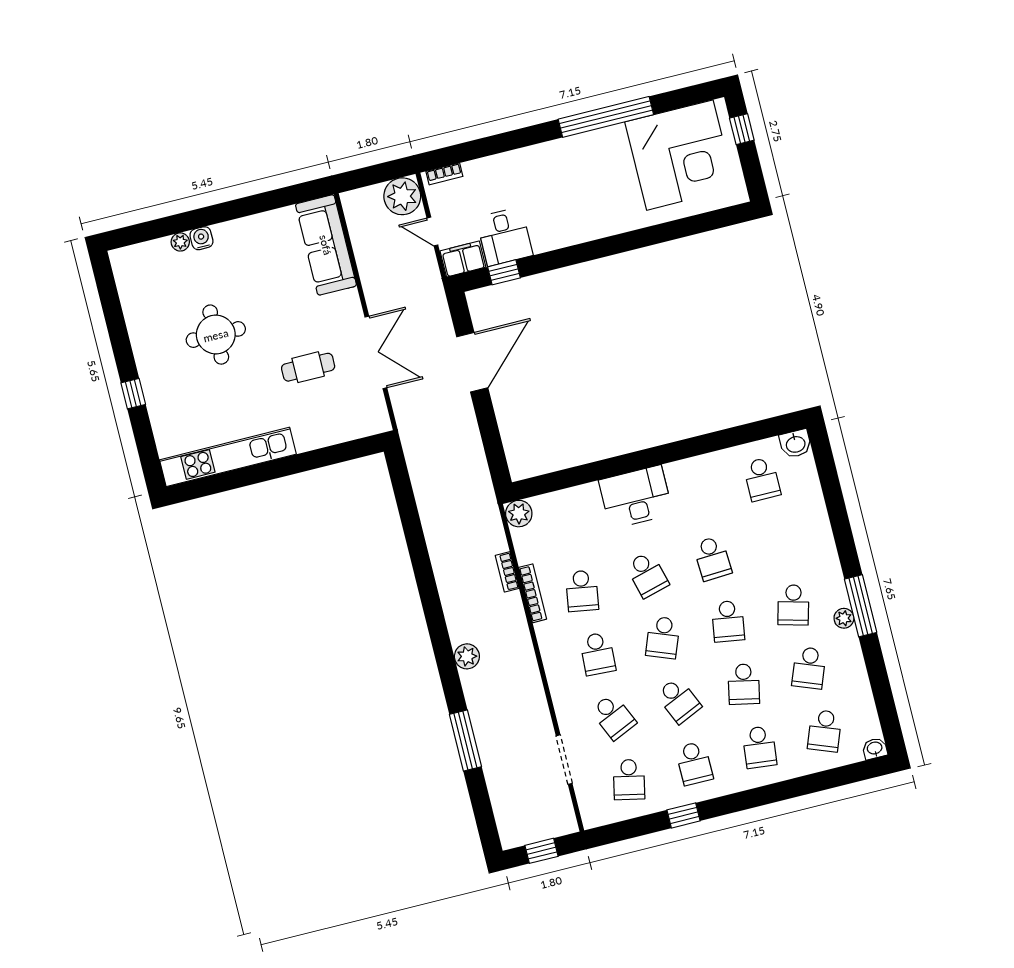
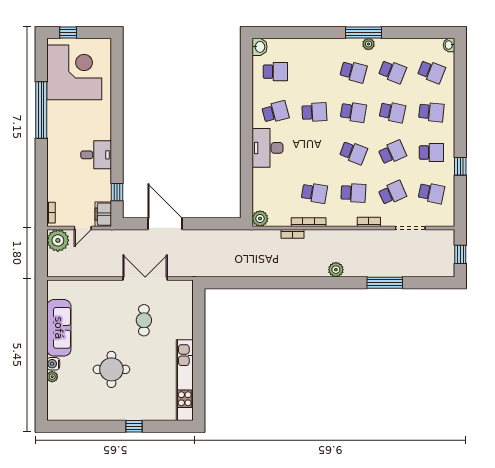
desk: (504, 236) -> (96, 155), moved
sofa: (326, 245) -> (59, 328), moved, turned -90
school desk: (647, 575) -> (275, 112), moved
bookcase: (557, 690) -> (369, 222), added

